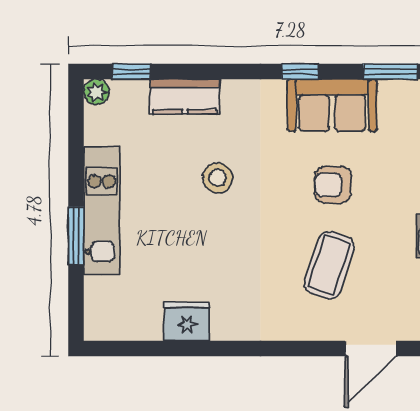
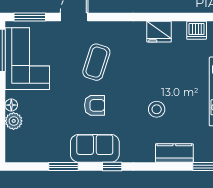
fridge: (187, 321) -> (159, 32), moved
dishwasher: (144, 324) -> (197, 30), added

